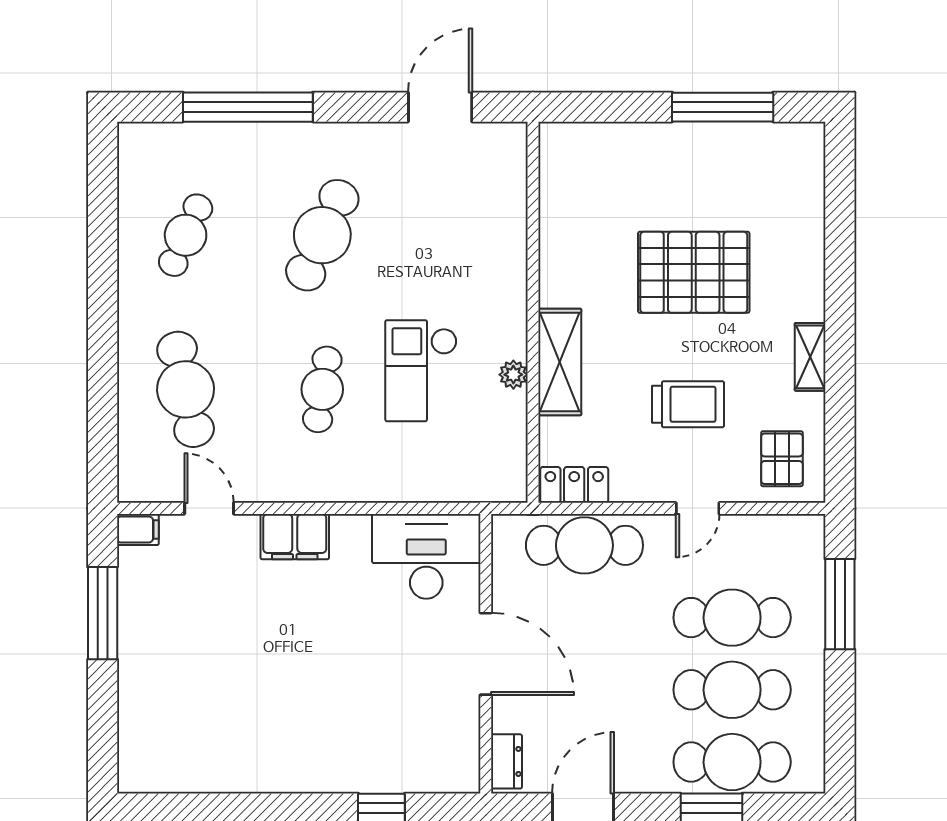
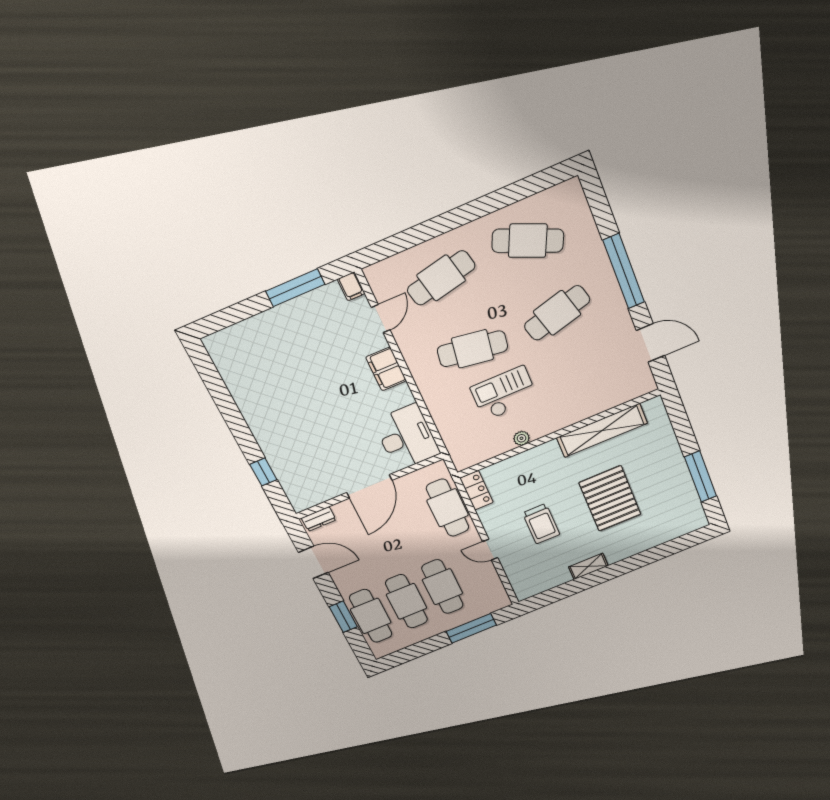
window: (248, 107) -> (624, 271), moved
cafe table: (186, 235) -> (528, 241), width x1.37, depth x1.35
cafe table: (322, 235) -> (557, 313), turned -39
shelving: (560, 362) -> (602, 430), moved, width x1.47
cafe table: (322, 389) -> (473, 349), width x1.37, depth x1.35
pallet: (782, 459) -> (532, 575), removed

